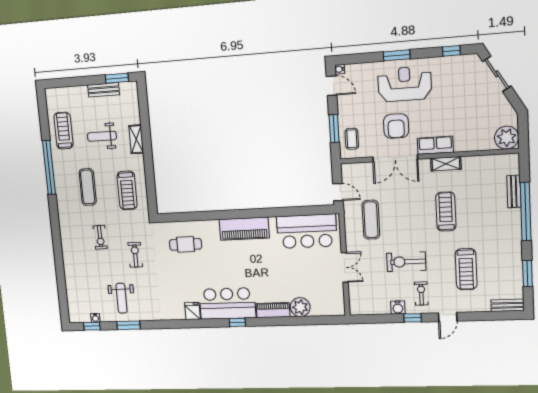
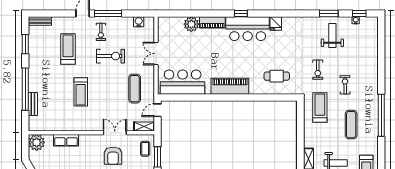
armchair: (396, 126) -> (113, 156), turned 180
row of seats: (435, 145) -> (66, 140), moved
double door: (395, 158) -> (115, 133), width x0.73
shelving: (446, 164) -> (144, 126), moved
window: (49, 167) -> (381, 115), moved
treadmill: (127, 190) -> (320, 108), moved
door: (338, 192) -> (158, 110), hinge flipped
water cooler: (398, 307) -> (139, 22), moved
window: (413, 318) -> (108, 14), width x2.17

